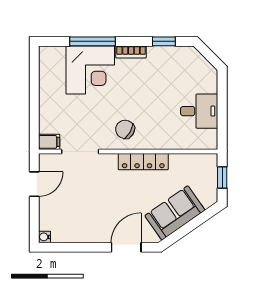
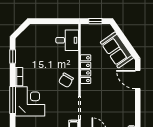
desk: (199, 111) -> (67, 40), moved, turned 90

